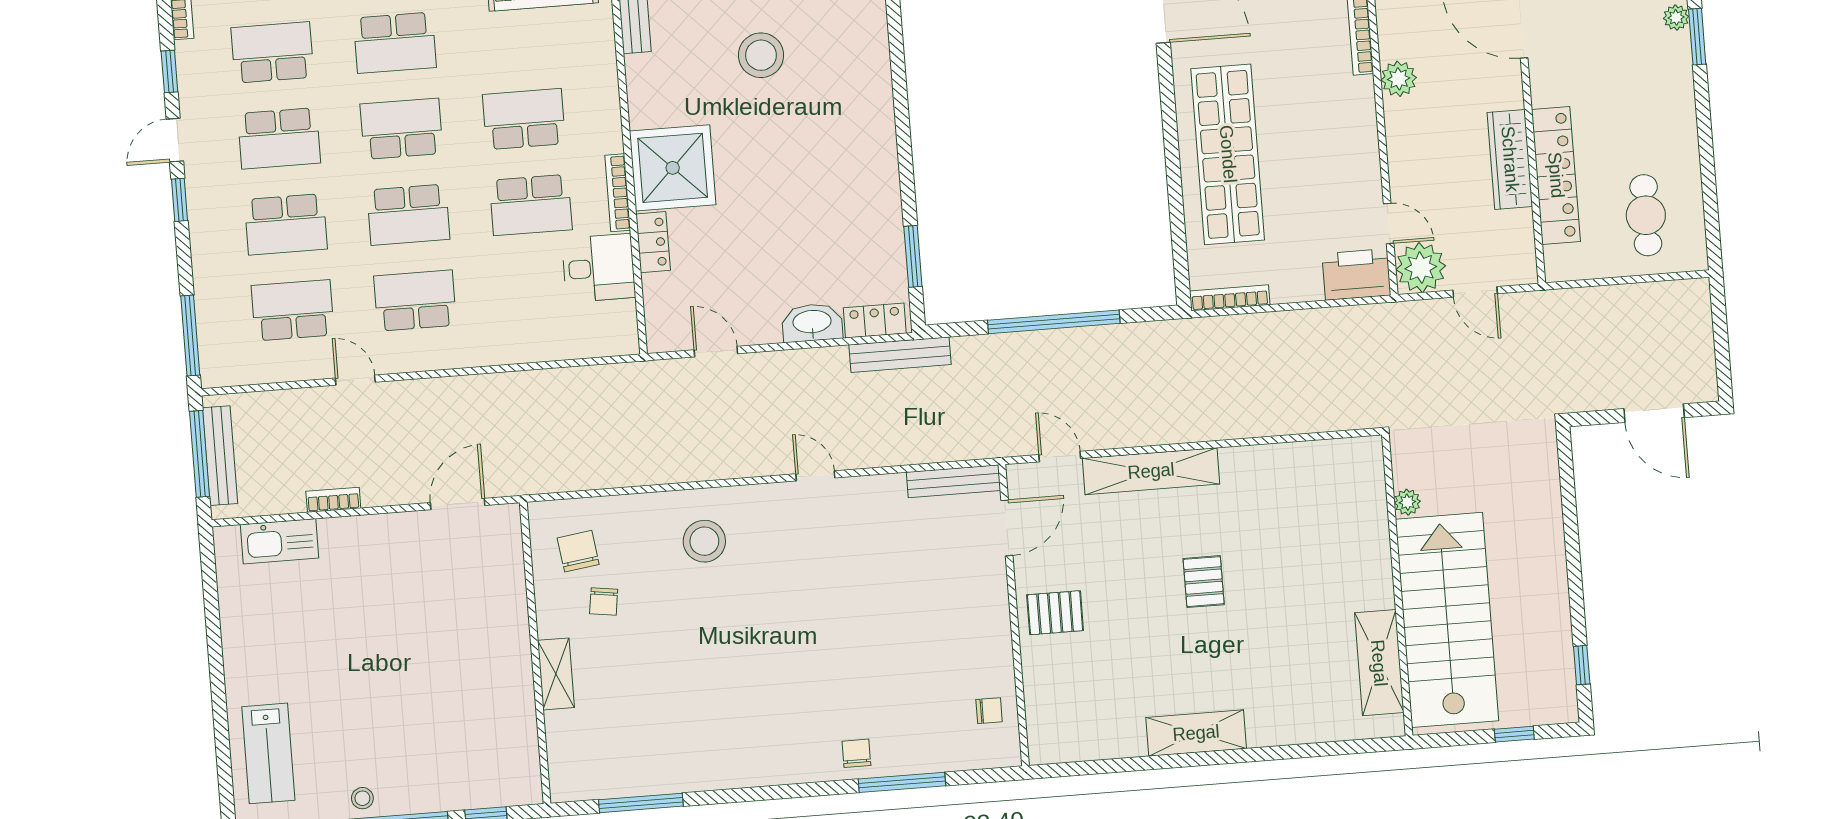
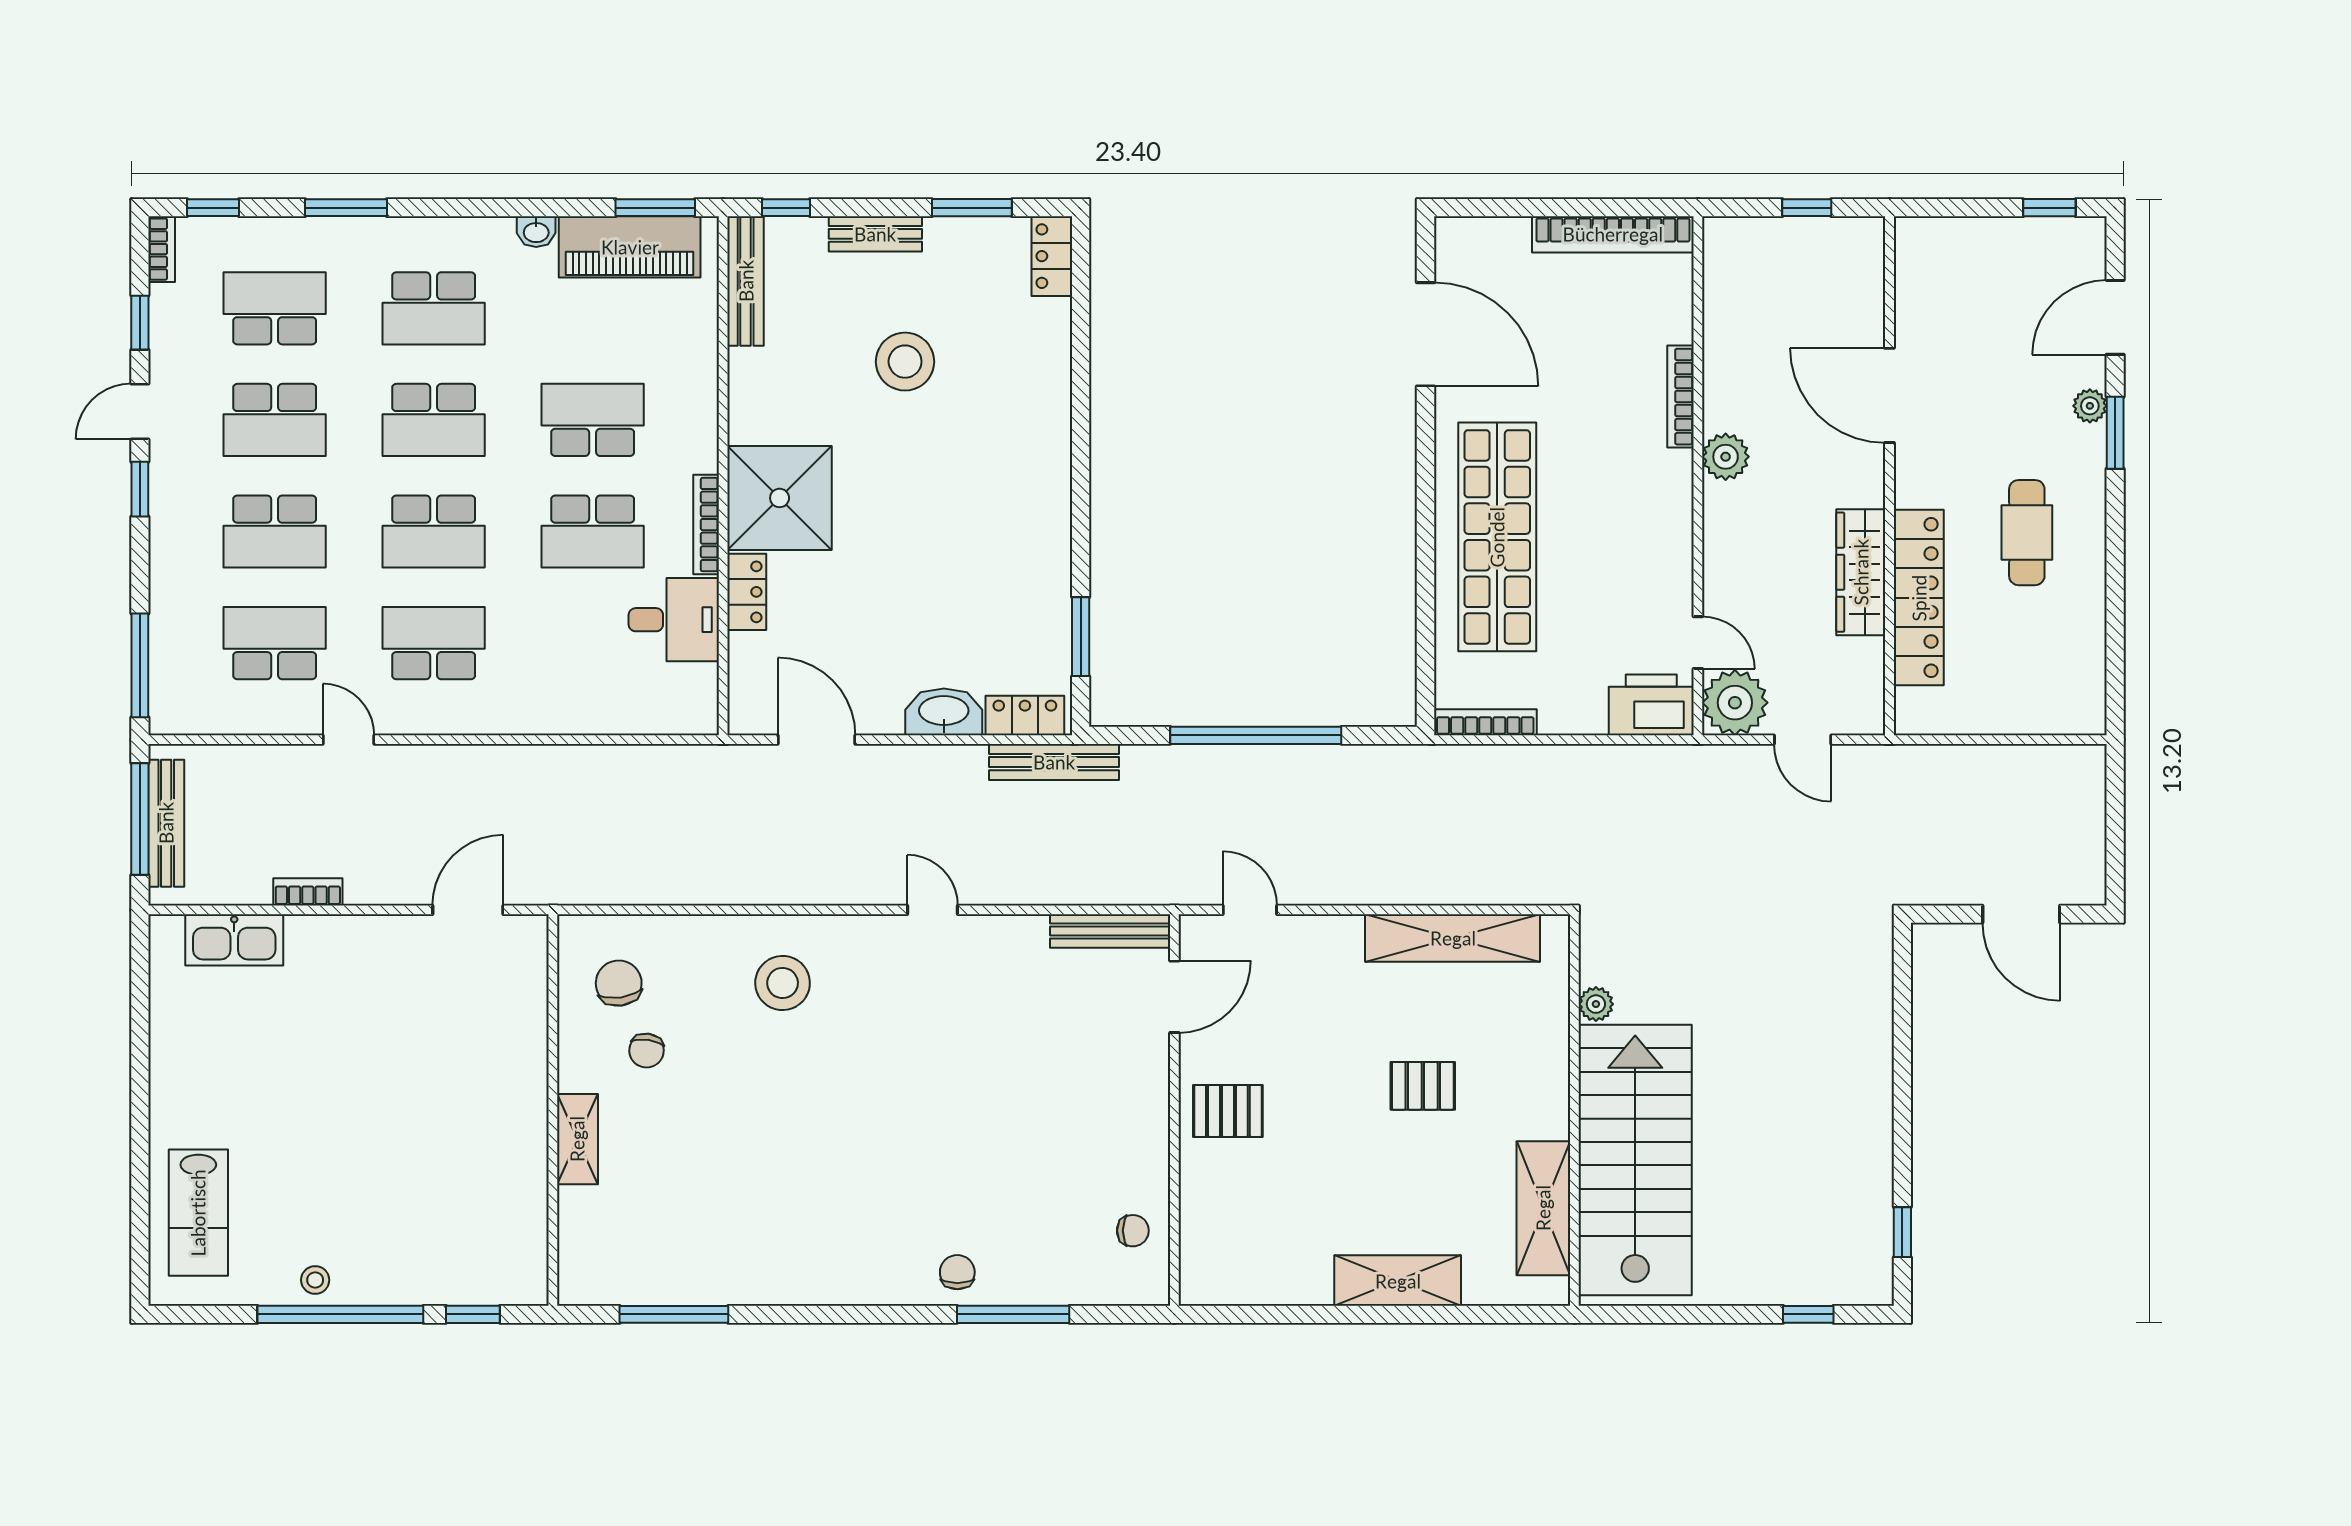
school desk: (402, 129) -> (434, 420), turned 180
cafe table: (1646, 215) -> (2027, 533), moved
door: (716, 352) -> (817, 740), width x1.38
shelving: (1151, 471) -> (1453, 938), moved
plant: (1407, 502) -> (1596, 1004), moved
pallet: (1204, 582) -> (1423, 1086), turned 90
wall: (1397, 585) -> (1574, 1110), moved
stairs: (1447, 620) -> (1635, 1160), moved
shelving: (1379, 663) -> (1543, 1208), moved

